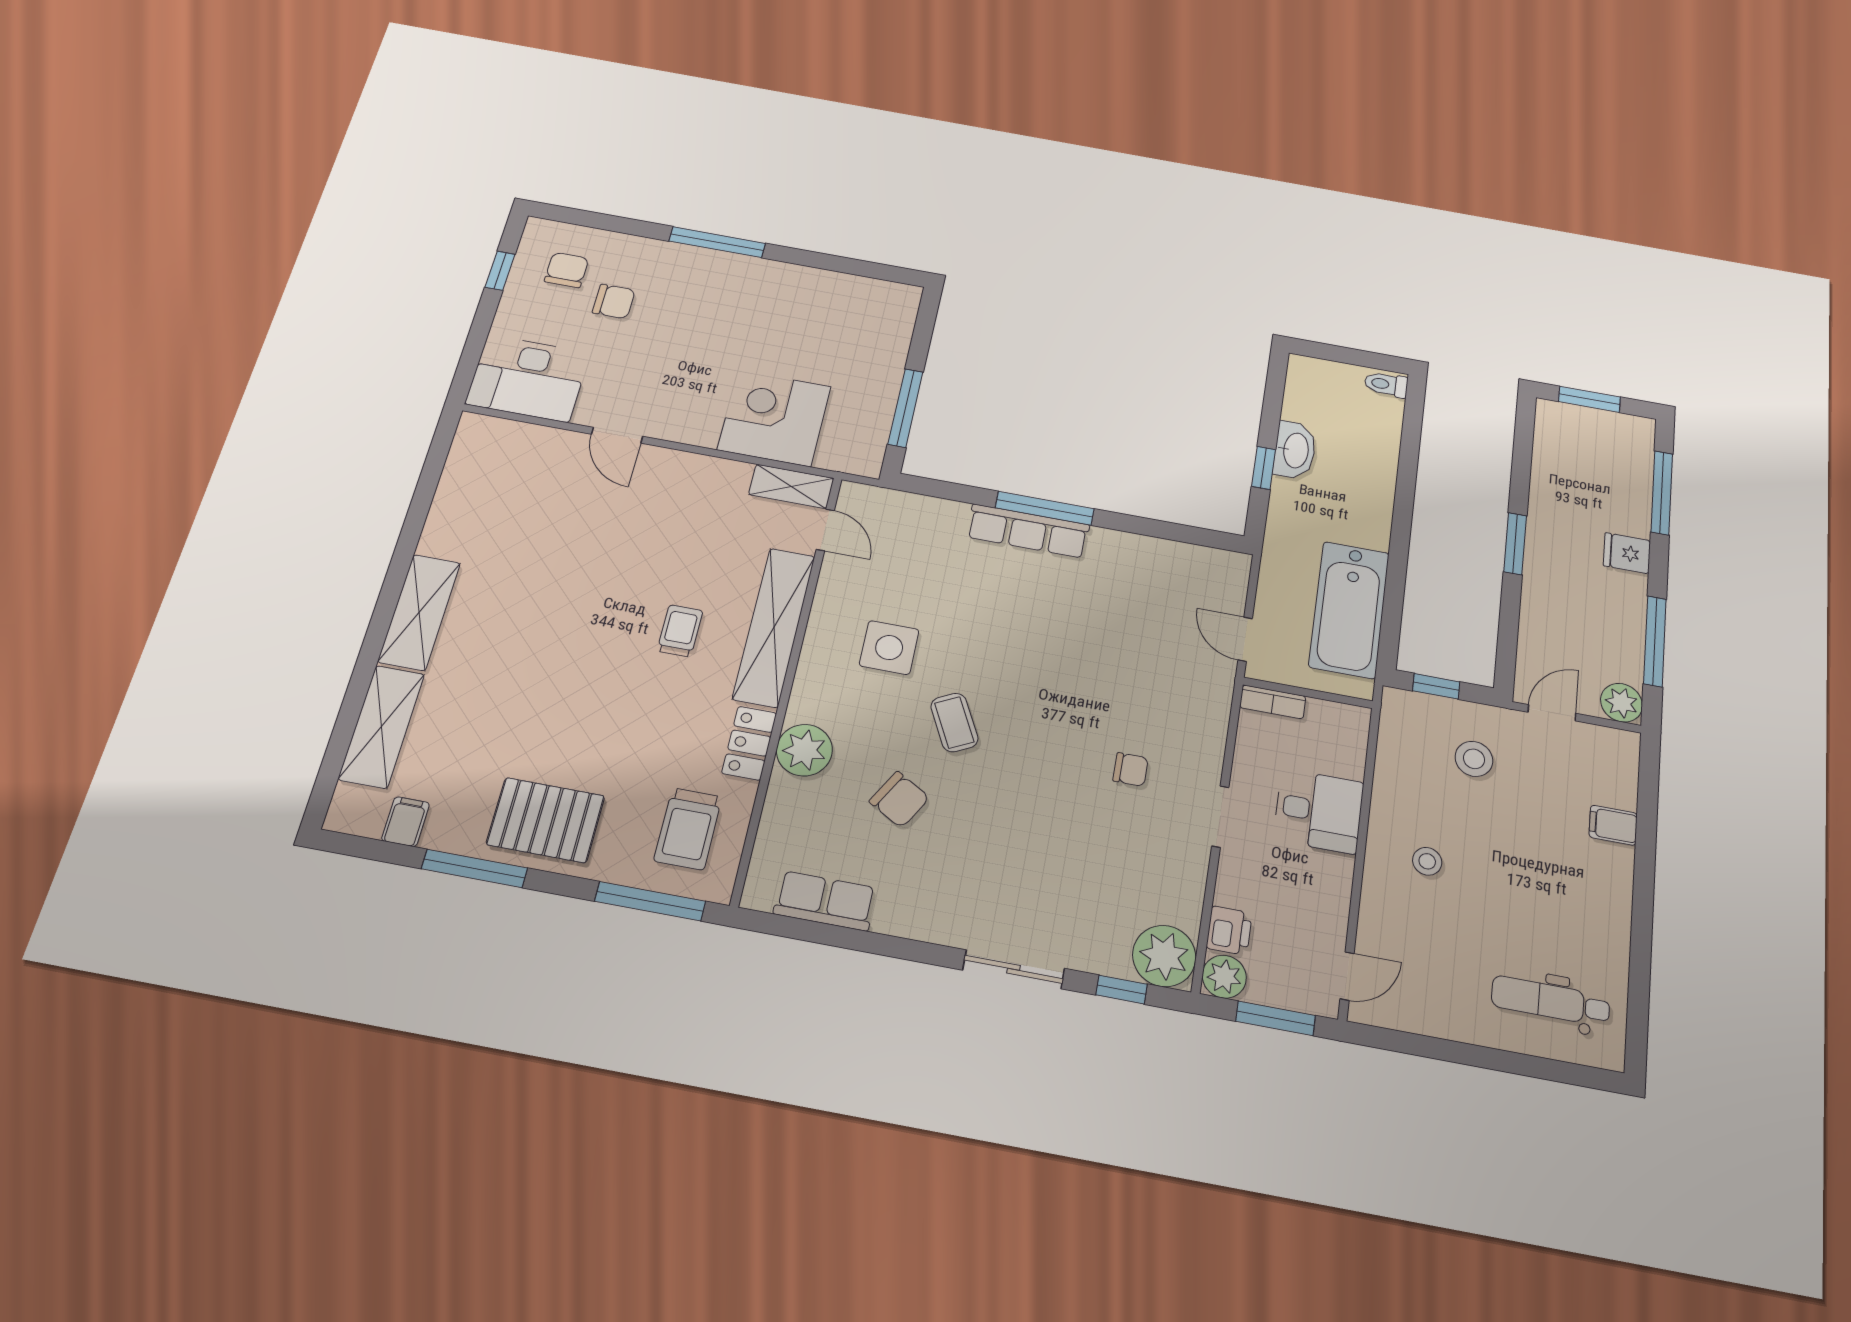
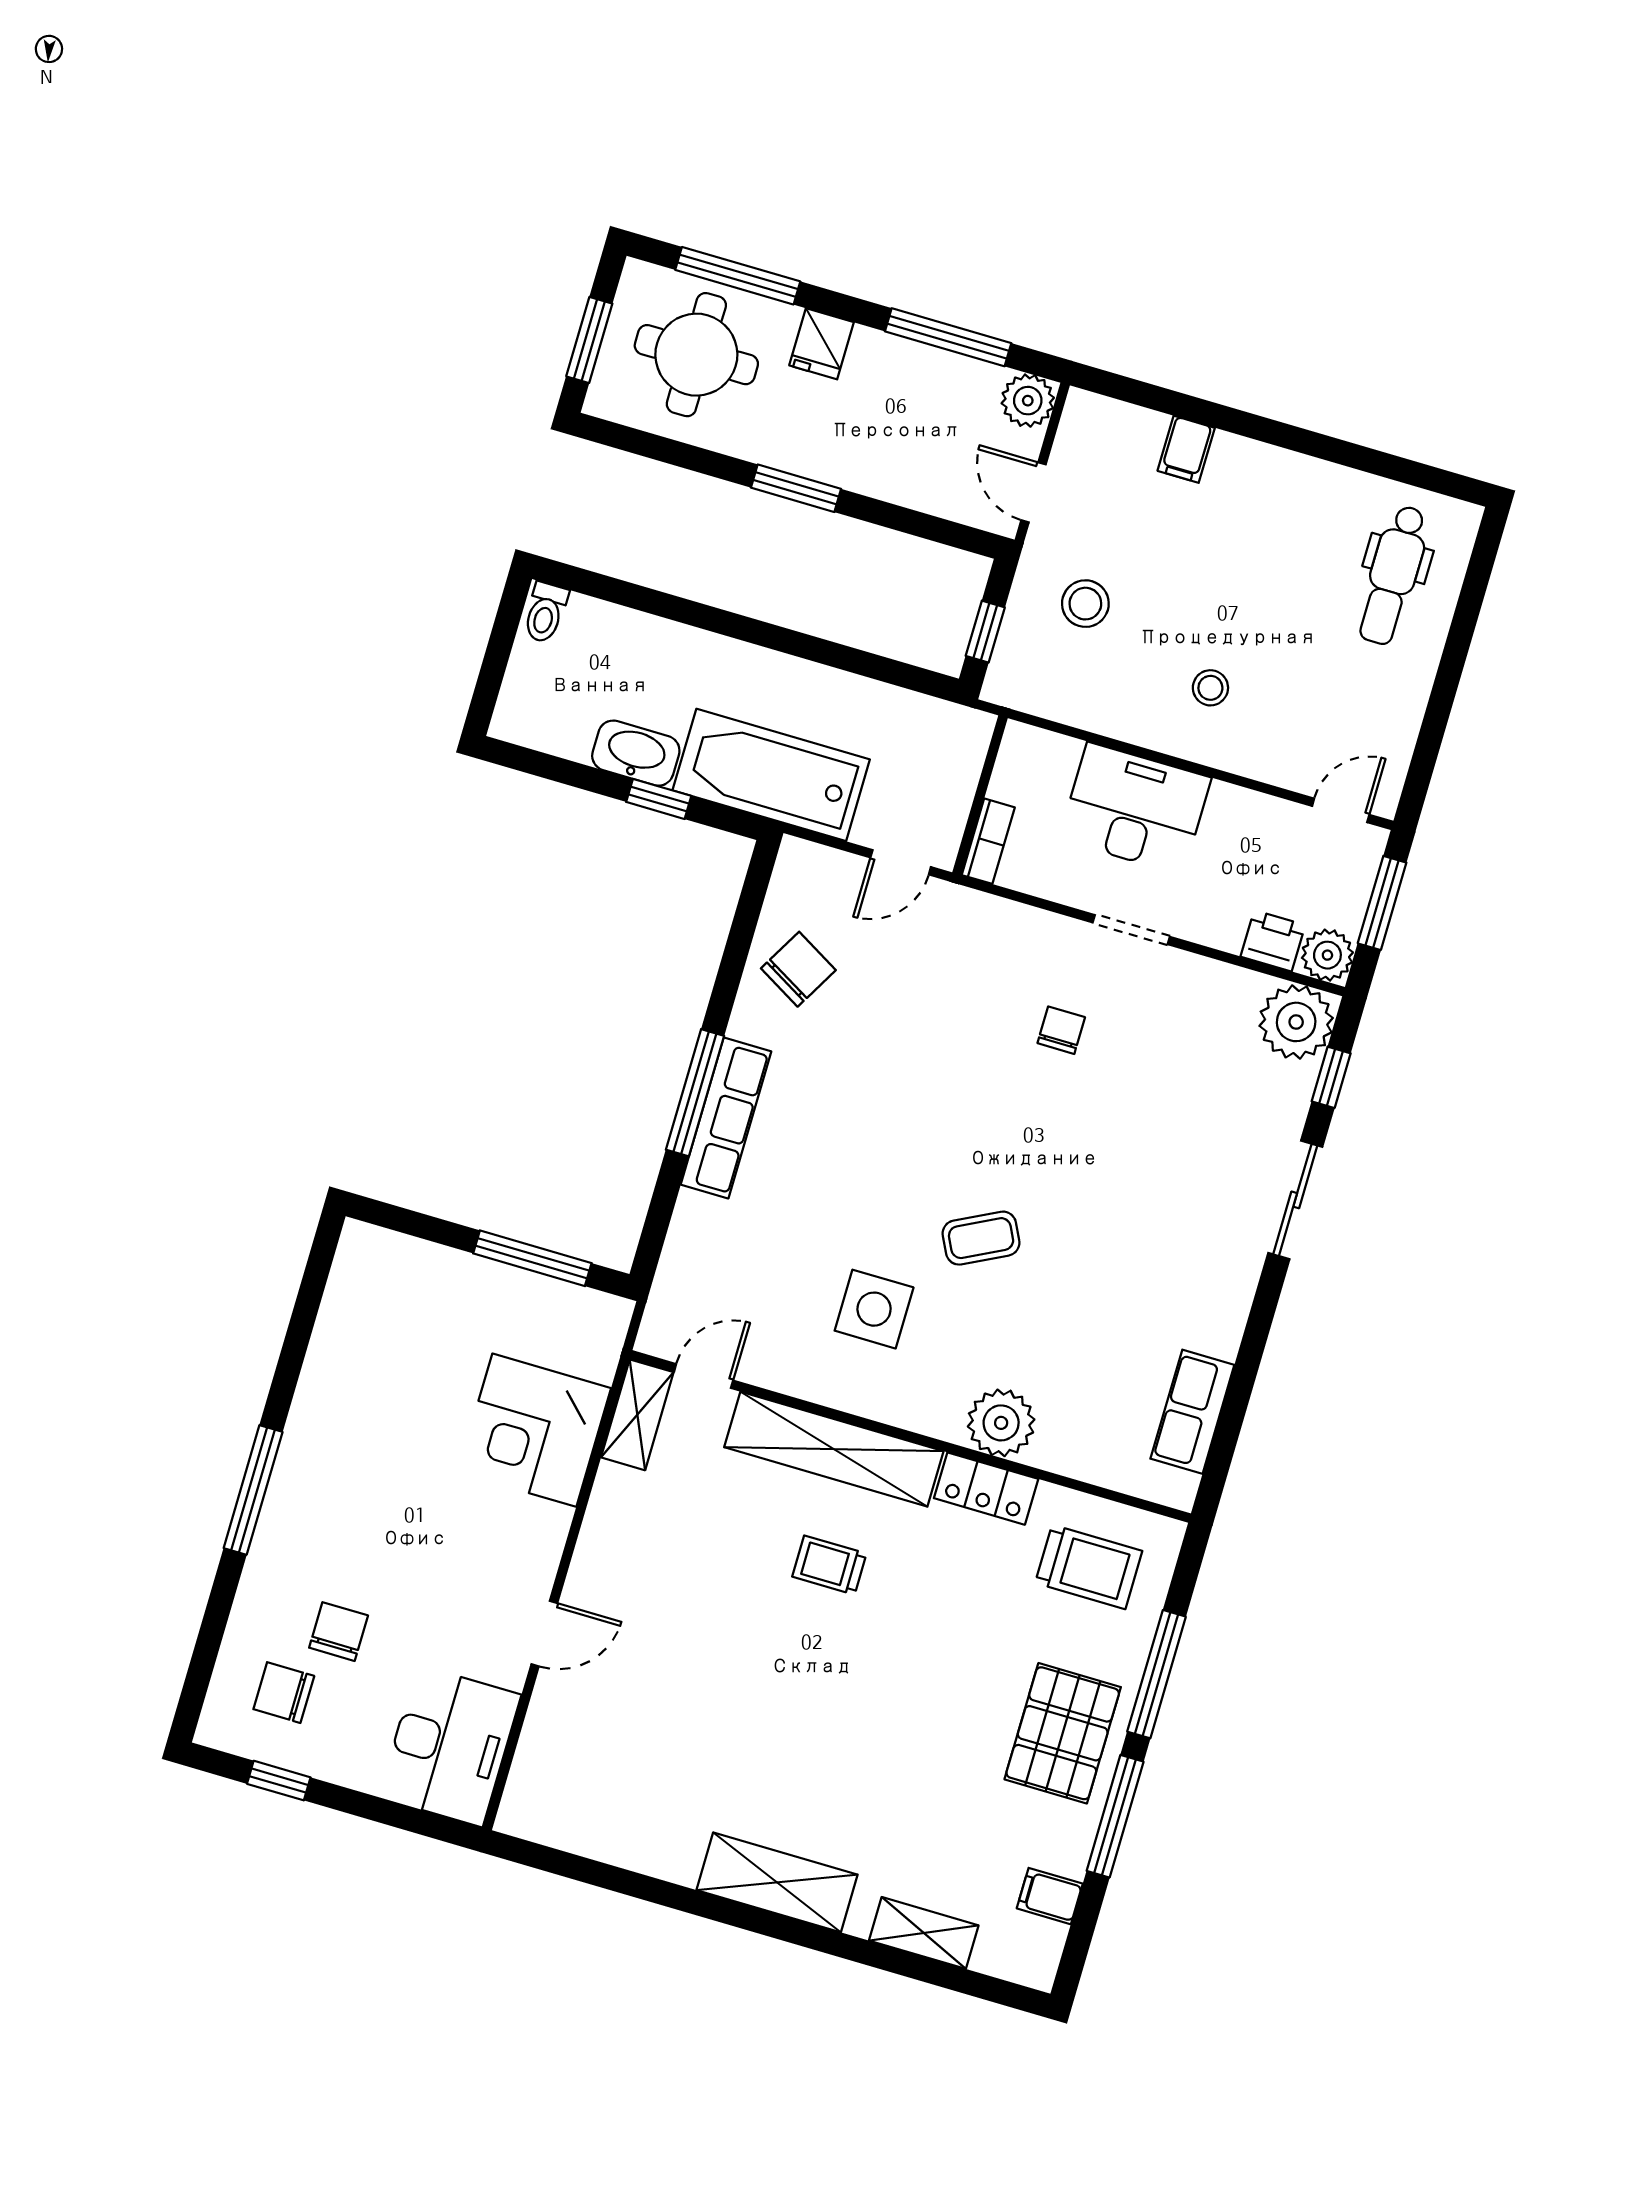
round table: (1597, 470) -> (696, 355), added
bathtub: (1349, 609) -> (771, 775), moved, turned 180
shelving: (382, 726) -> (924, 1933), width x0.67, depth x0.75
chair: (899, 800) -> (798, 969), moved
desk: (1319, 811) -> (1135, 809), width x1.37
window: (650, 901) -> (1157, 1674), moved
door: (1347, 976) -> (1341, 810), hinge flipped

